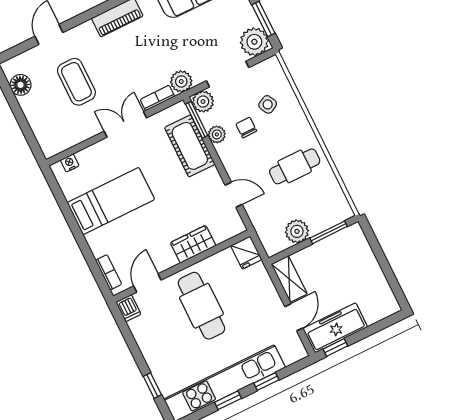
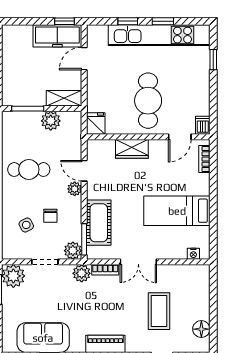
doorway: (228, 74) -> (45, 262), width x0.73
plant: (217, 134) -> (75, 189), moved
shelving: (289, 279) -> (64, 98), moved, turned 90

